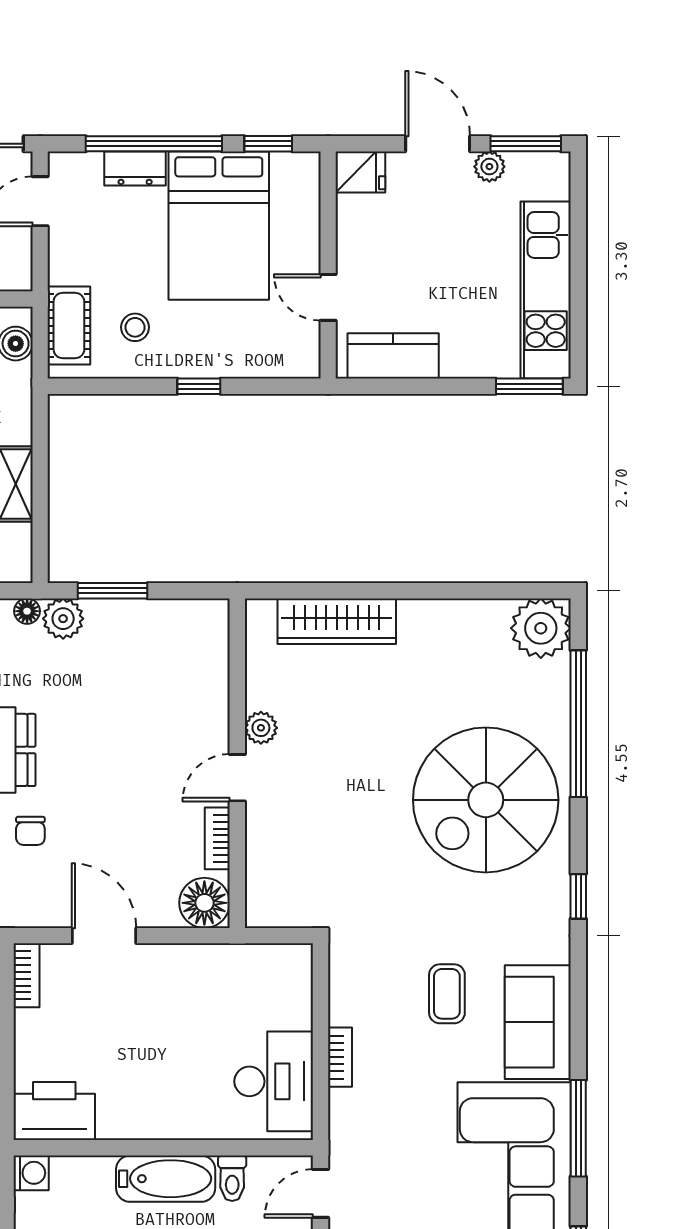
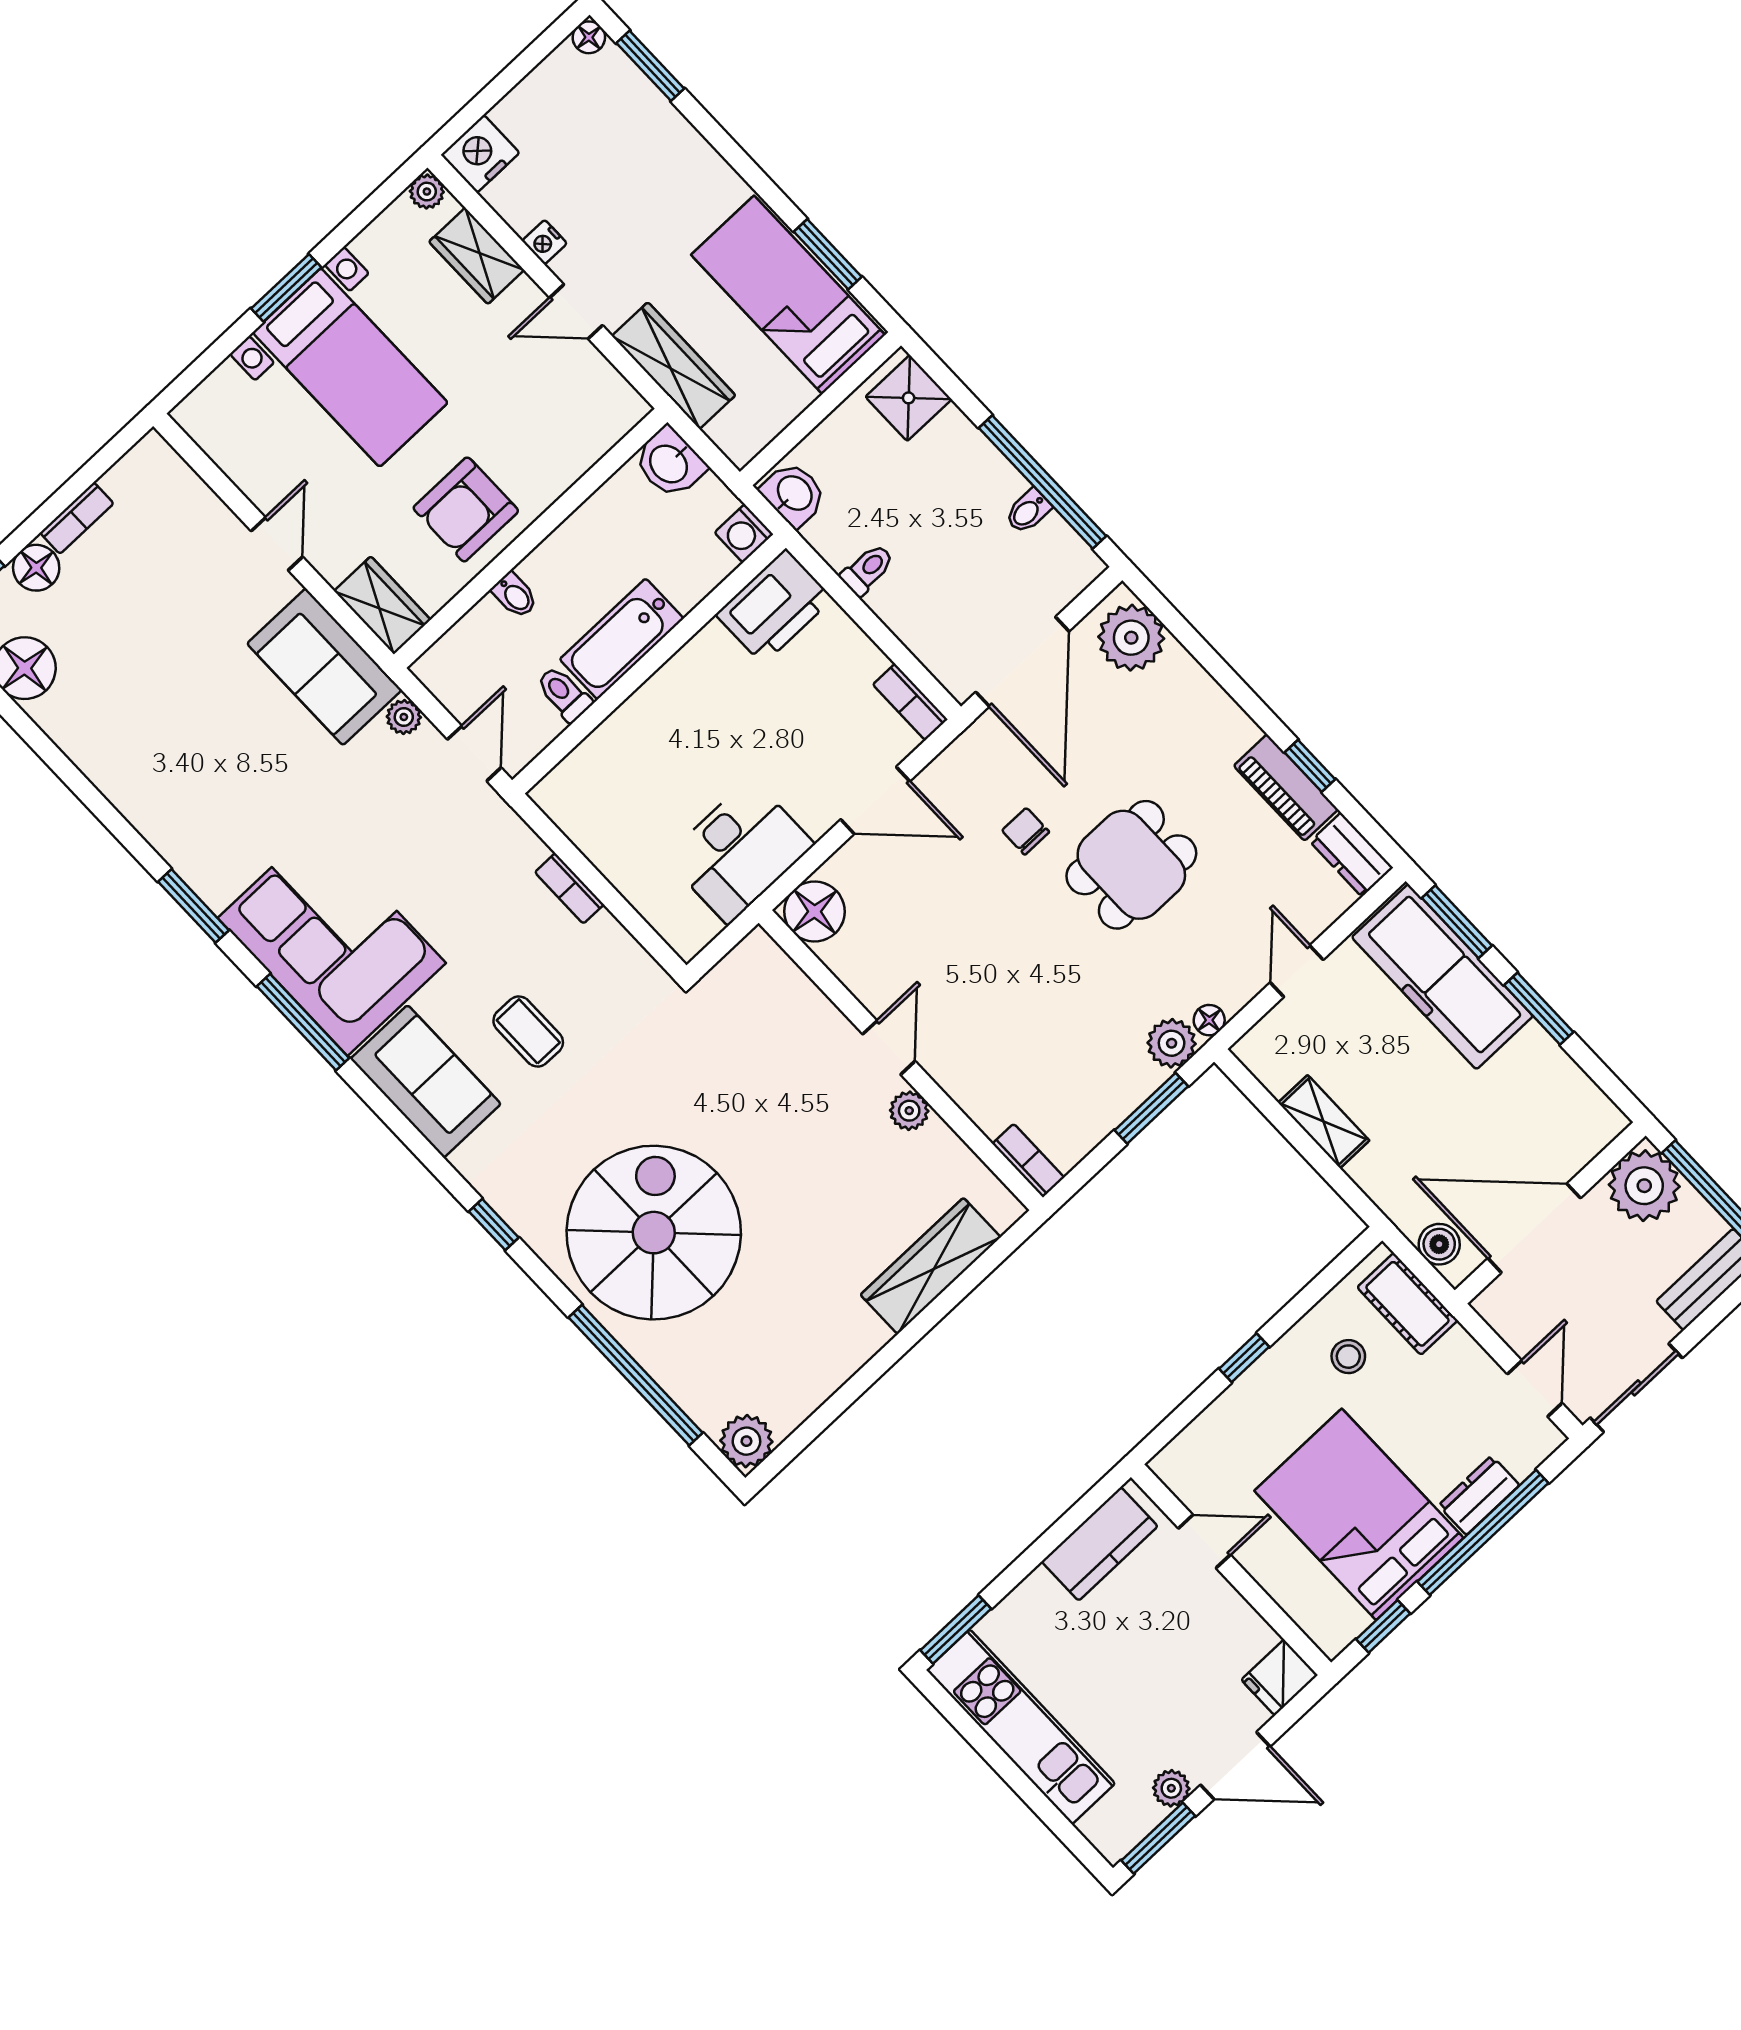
plant: (541, 628) -> (746, 1441), width x0.73, depth x0.73
bookcase: (217, 838) -> (1028, 1161), moved
desk: (274, 1081) -> (740, 851), moved, turned -90

